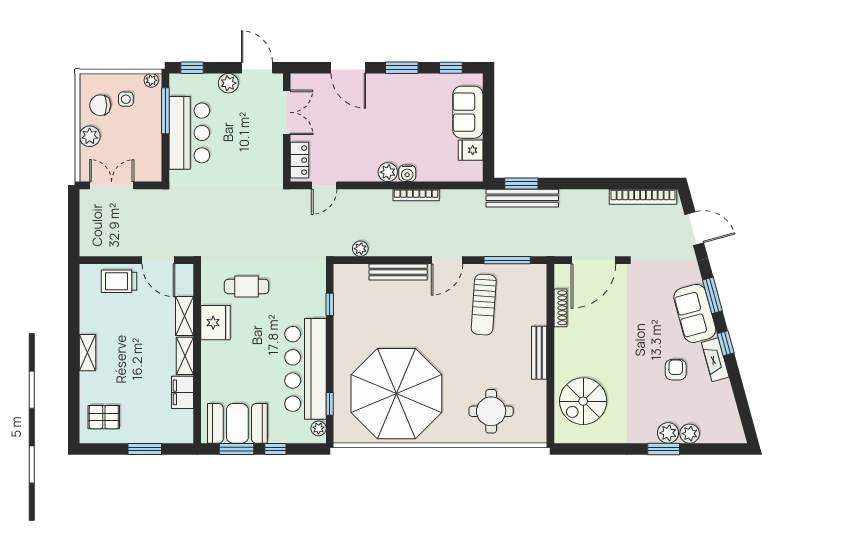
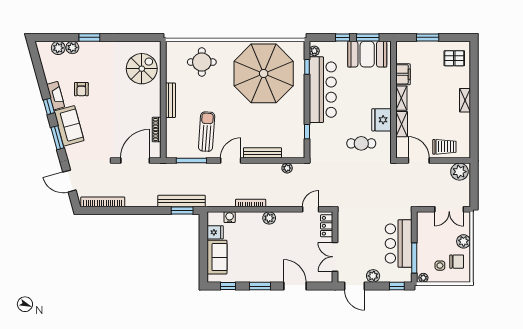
water cooler: (407, 173) -> (230, 217), moved
plant: (96, 243) -> (459, 172), added
plant: (668, 433) -> (58, 48), moved

